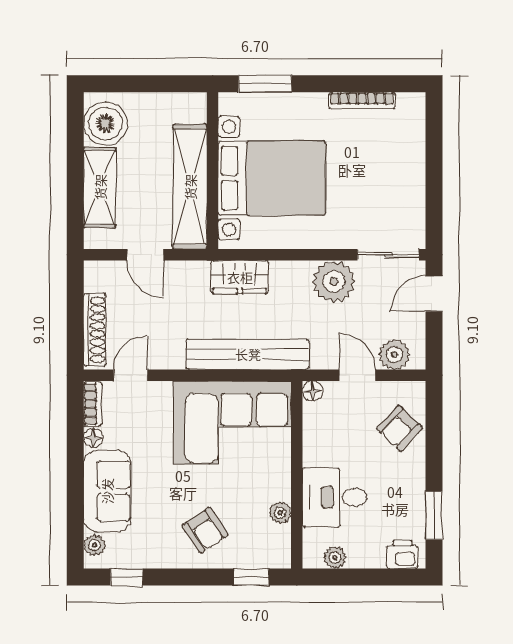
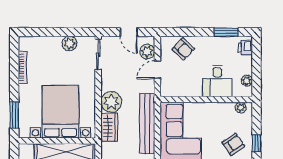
plant: (411, 196) -> (69, 43), added
plant: (334, 281) -> (111, 102), moved
door: (434, 294) -> (129, 32), moved
floor lamp: (312, 391) -> (165, 92), removed
plant: (280, 513) -> (241, 108), moved
window: (252, 577) -> (256, 143), moved

